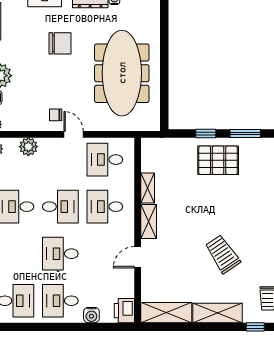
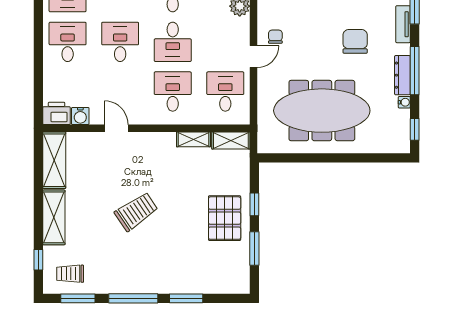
chair: (60, 43) -> (355, 41), turned 180
shelving: (149, 221) -> (231, 140), moved
trolley: (223, 254) -> (136, 212), moved
water cooler: (91, 315) -> (80, 116), moved, turned -90

